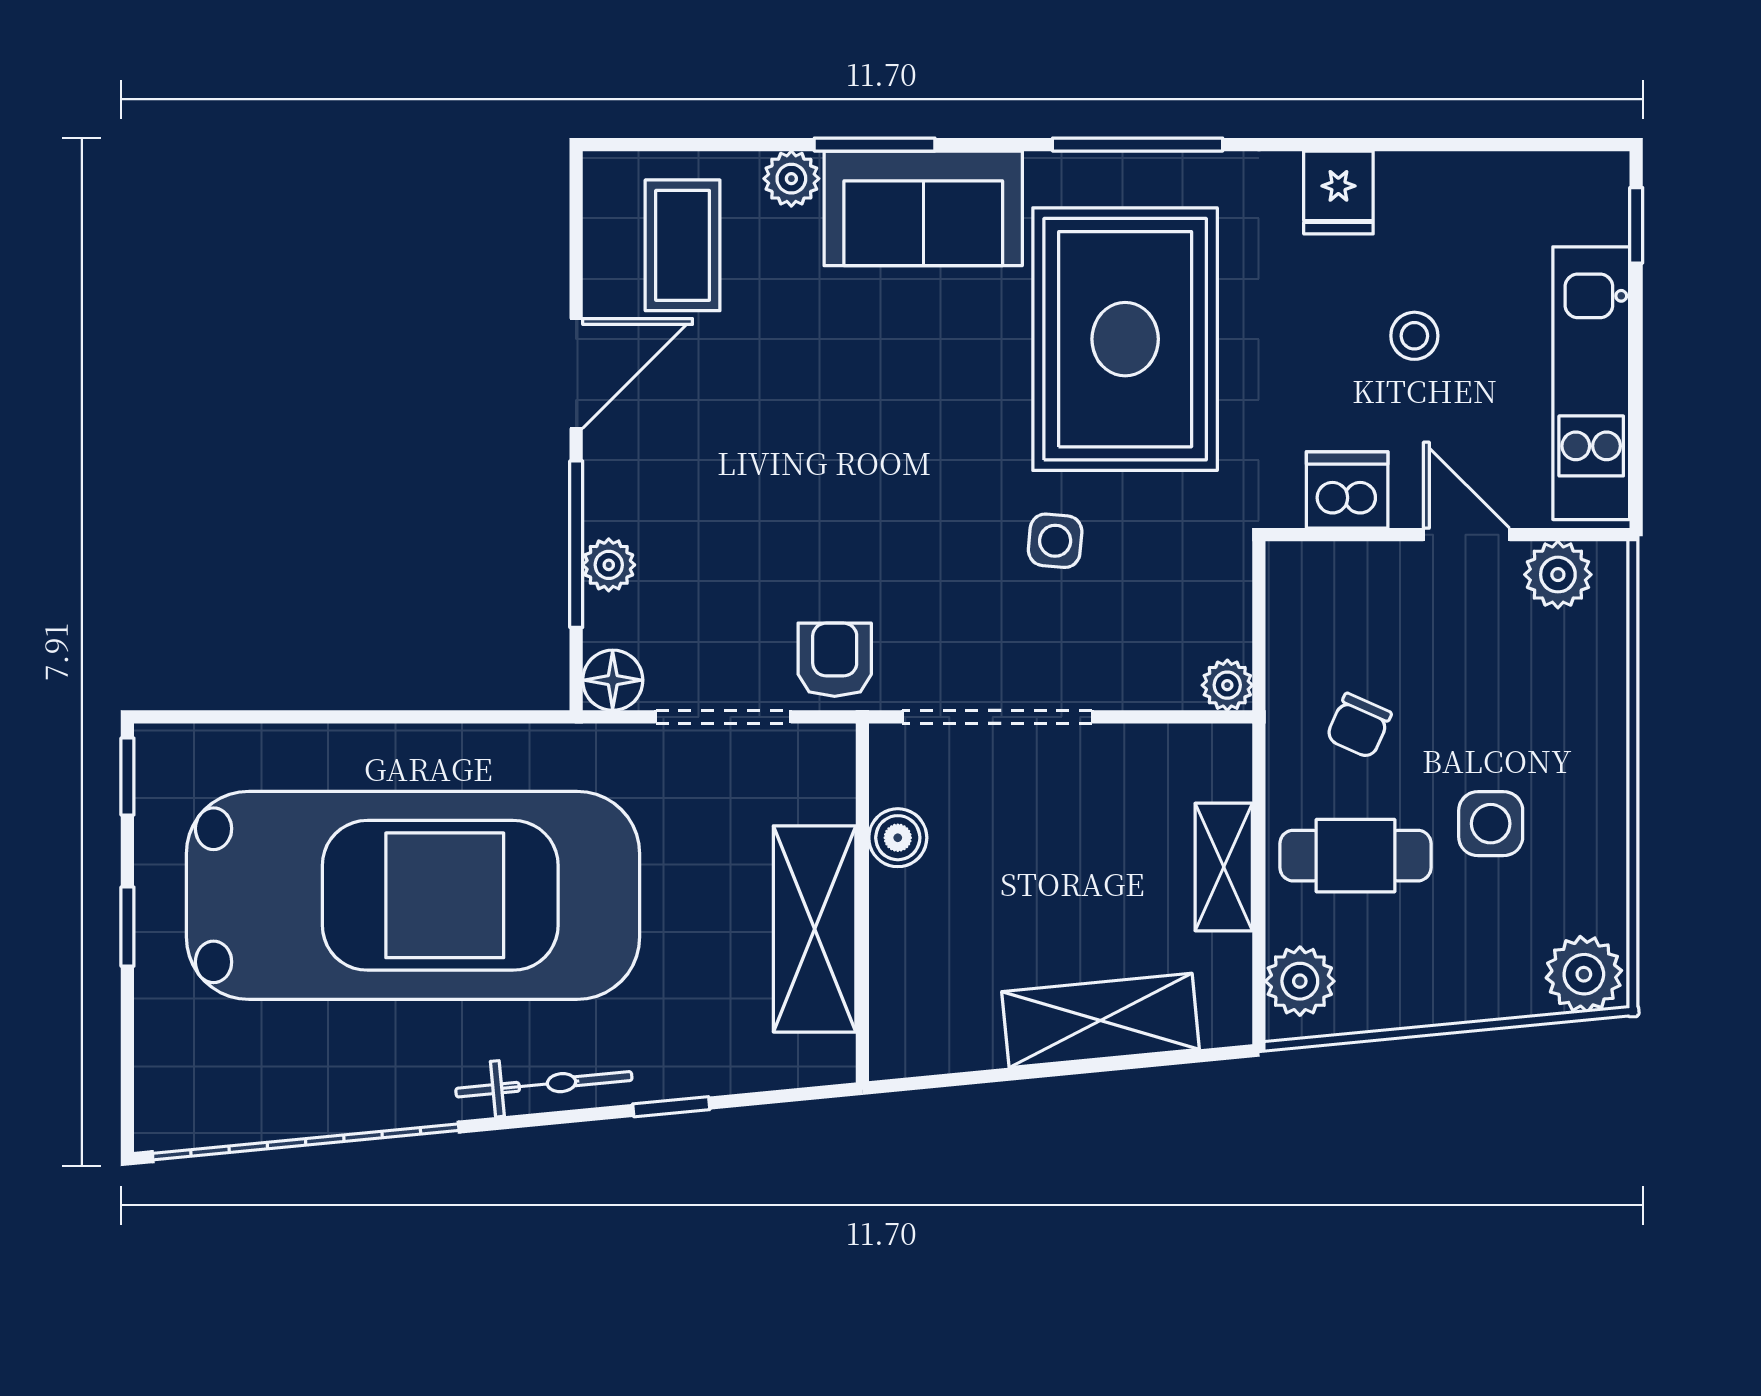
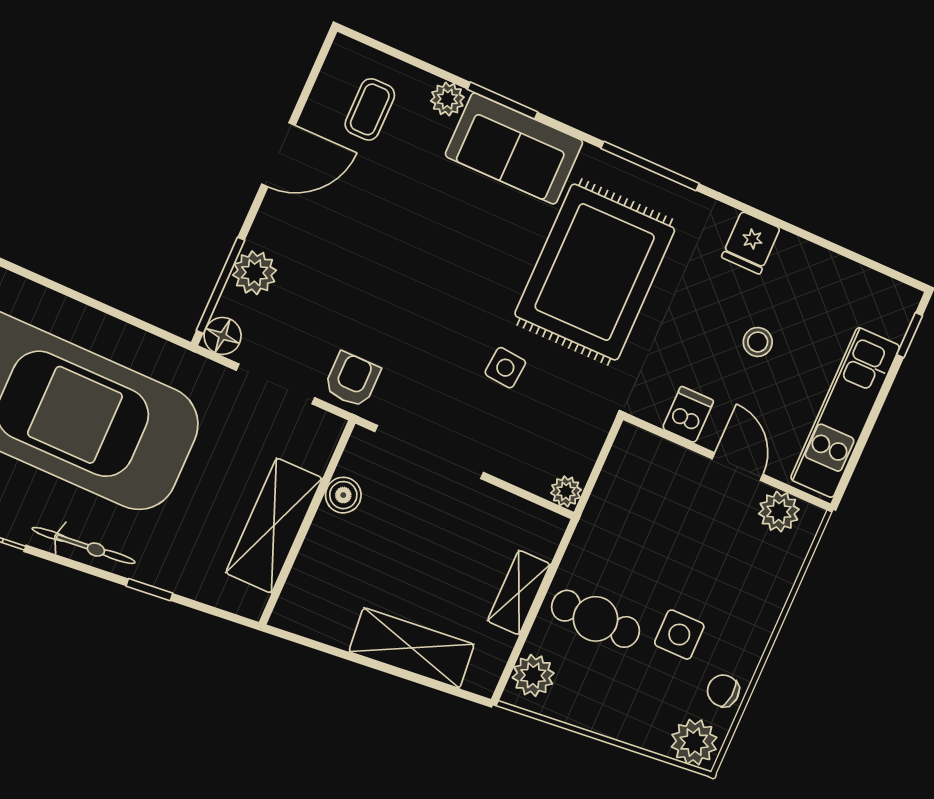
coffee table: (683, 245) -> (370, 109), width x0.73, depth x0.77
dishwasher: (1347, 490) -> (688, 415), width x0.73
window: (576, 544) -> (220, 285), moved
plant: (609, 565) -> (254, 273), width x1.38, depth x1.38
chair: (1359, 726) -> (723, 691), moved, turned 71

